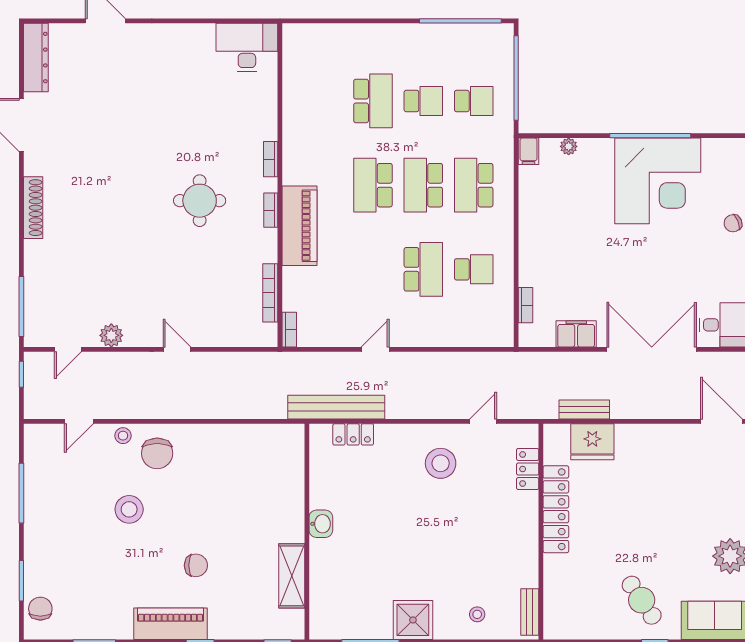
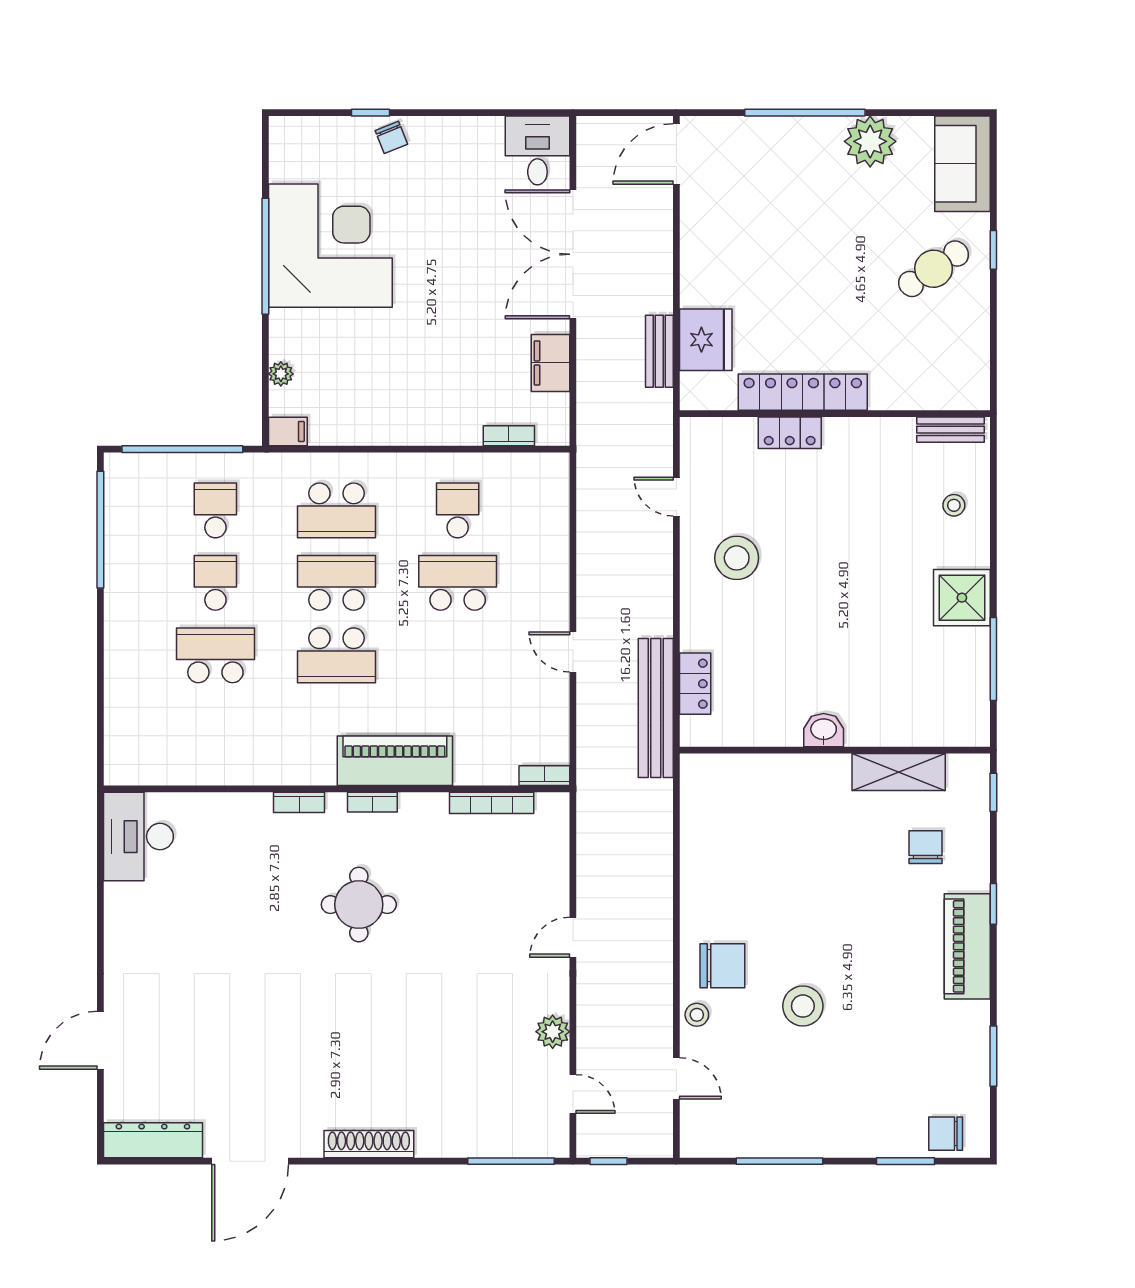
school desk: (423, 185) -> (337, 583), turned 180
locker: (528, 469) -> (790, 433), moved
chair: (196, 565) -> (925, 847), moved

